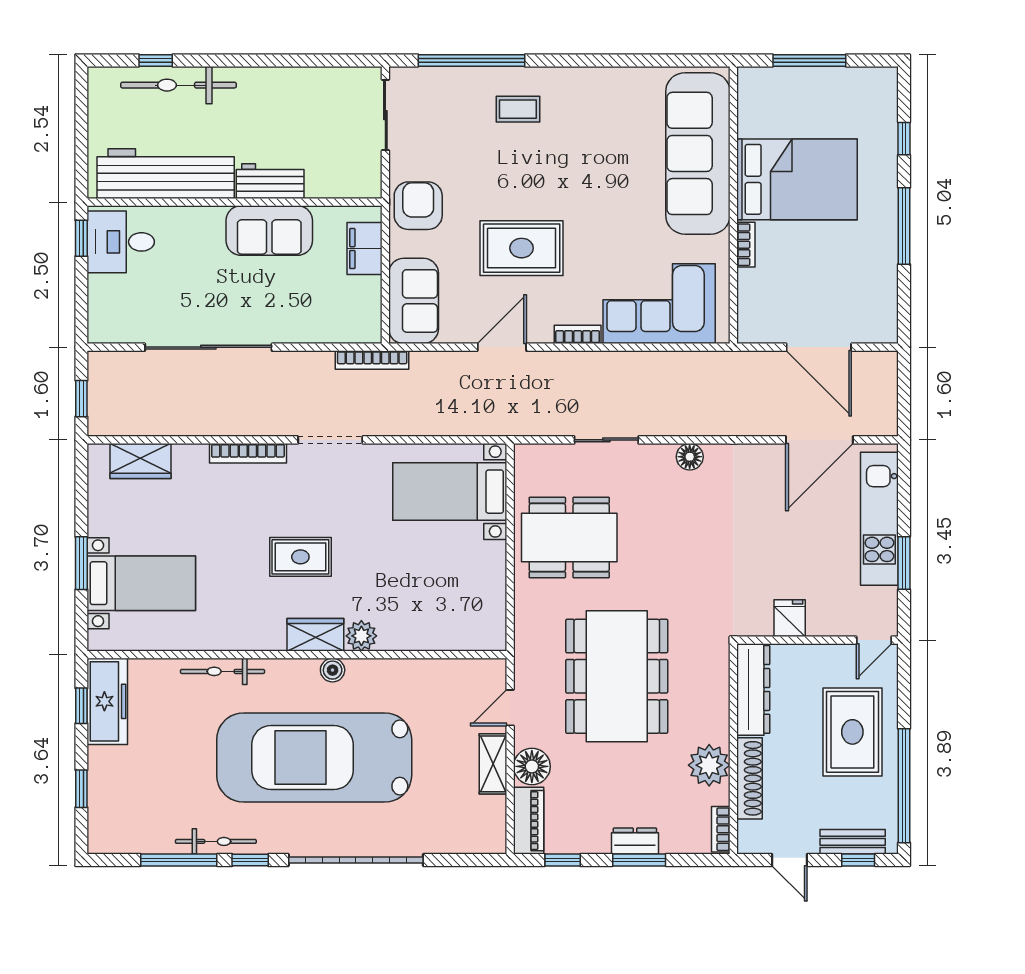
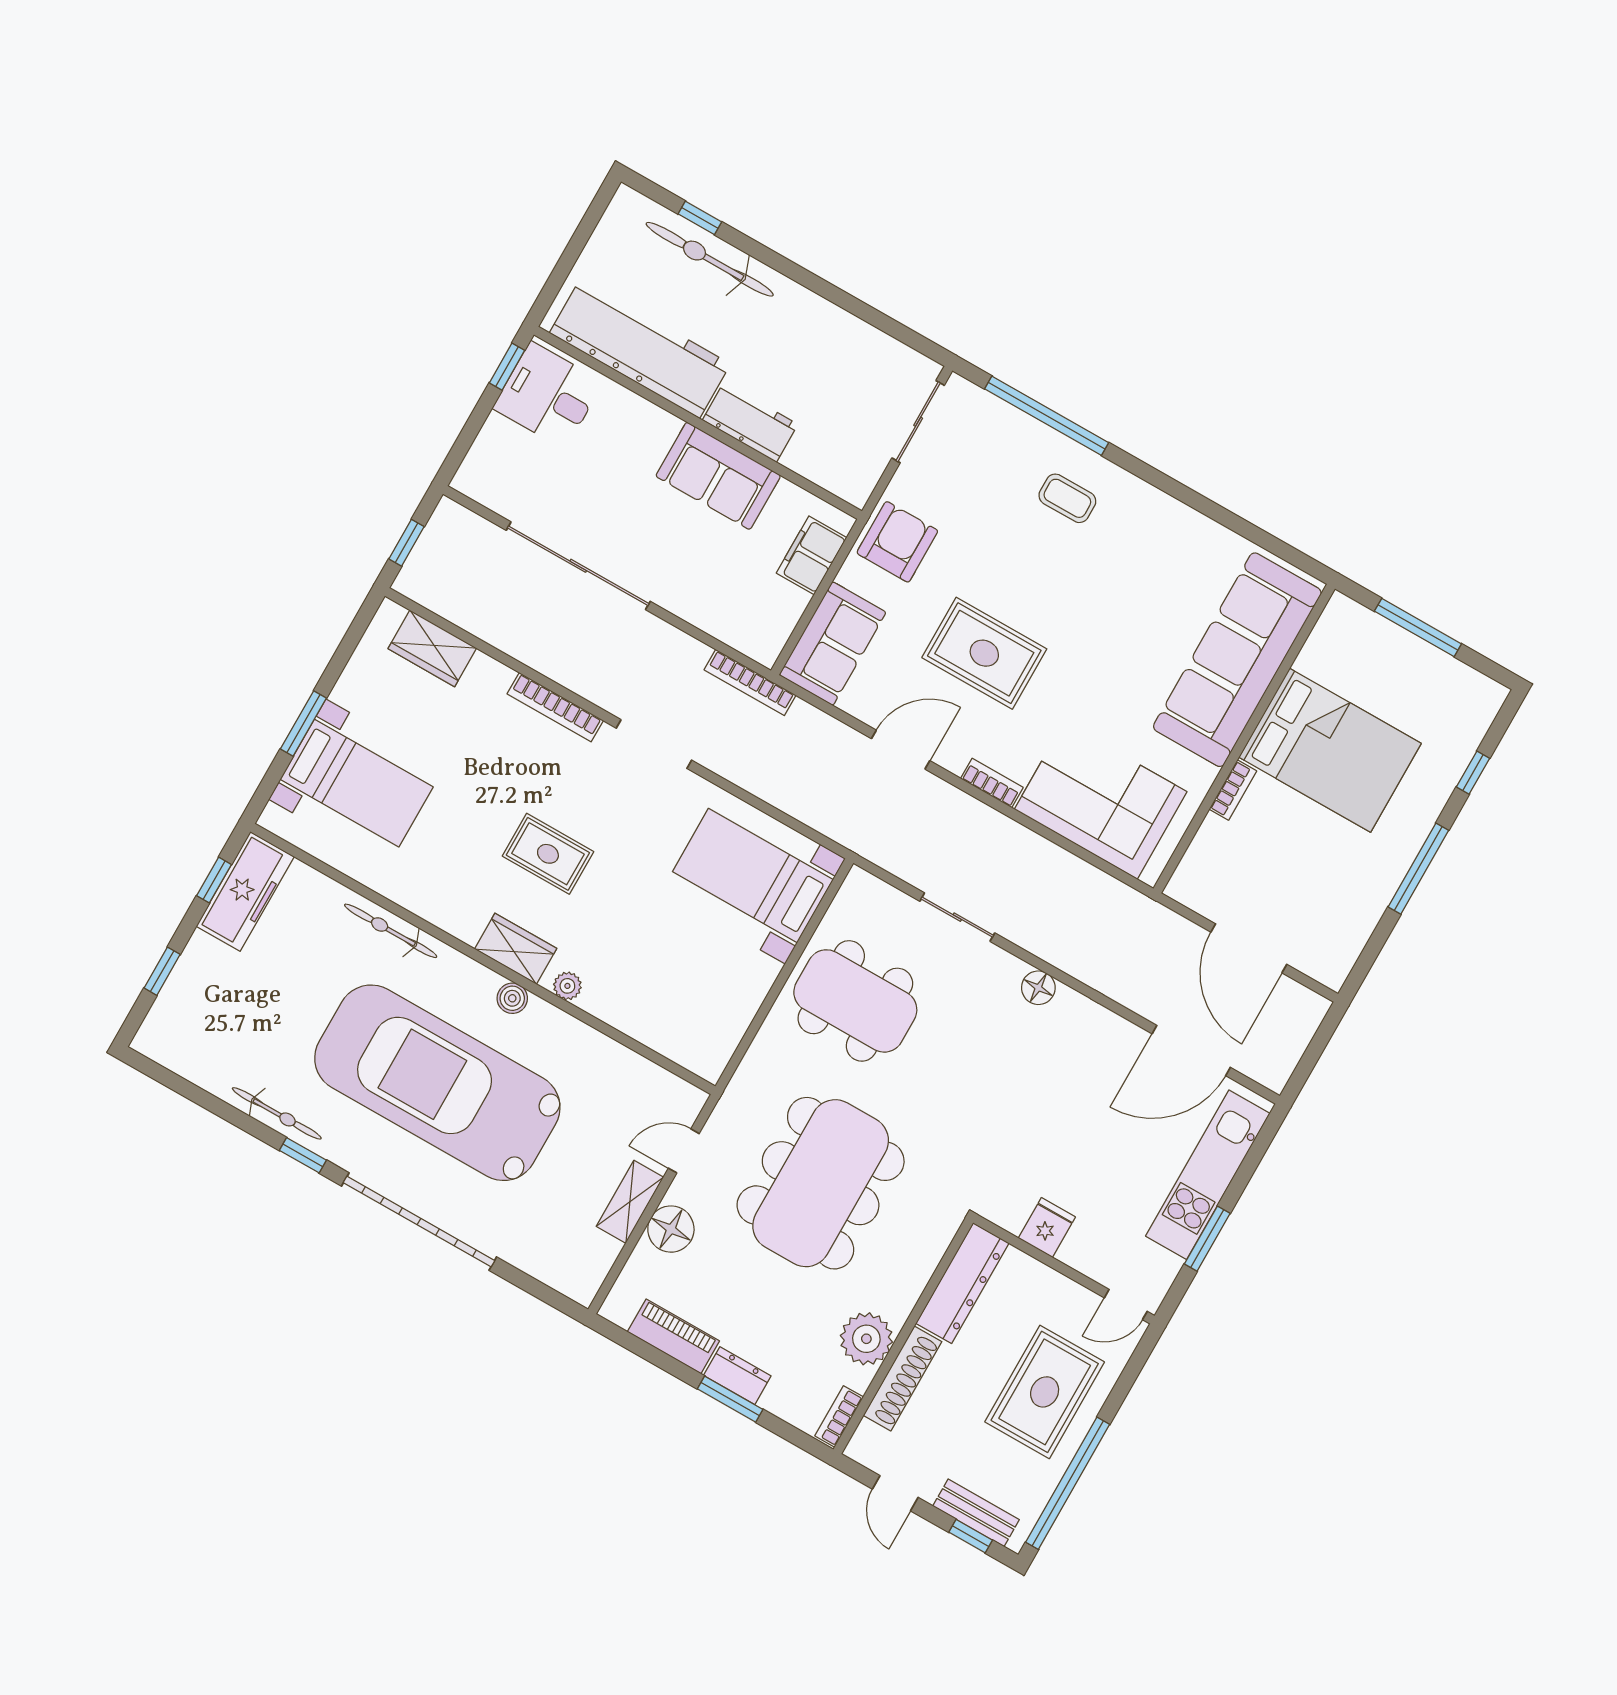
plant: (361, 636) -> (567, 986), width x0.73, depth x0.73
piano: (529, 821) -> (673, 1336), moved, turned -90
window: (179, 860) -> (224, 1111), removed
window: (563, 860) -> (646, 1351), removed

